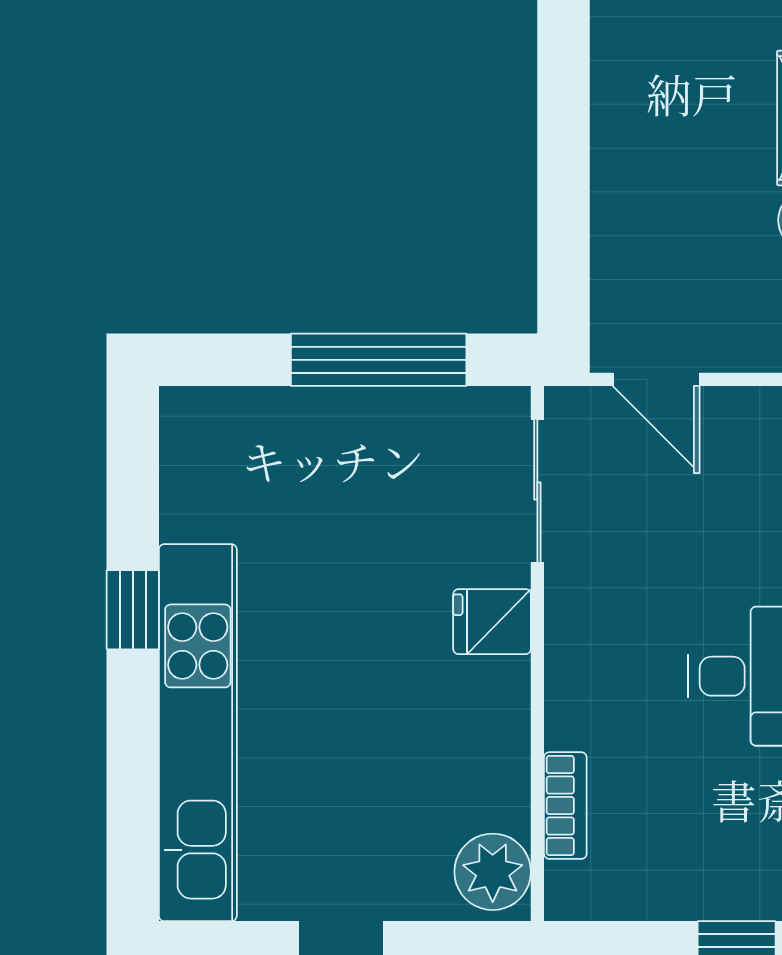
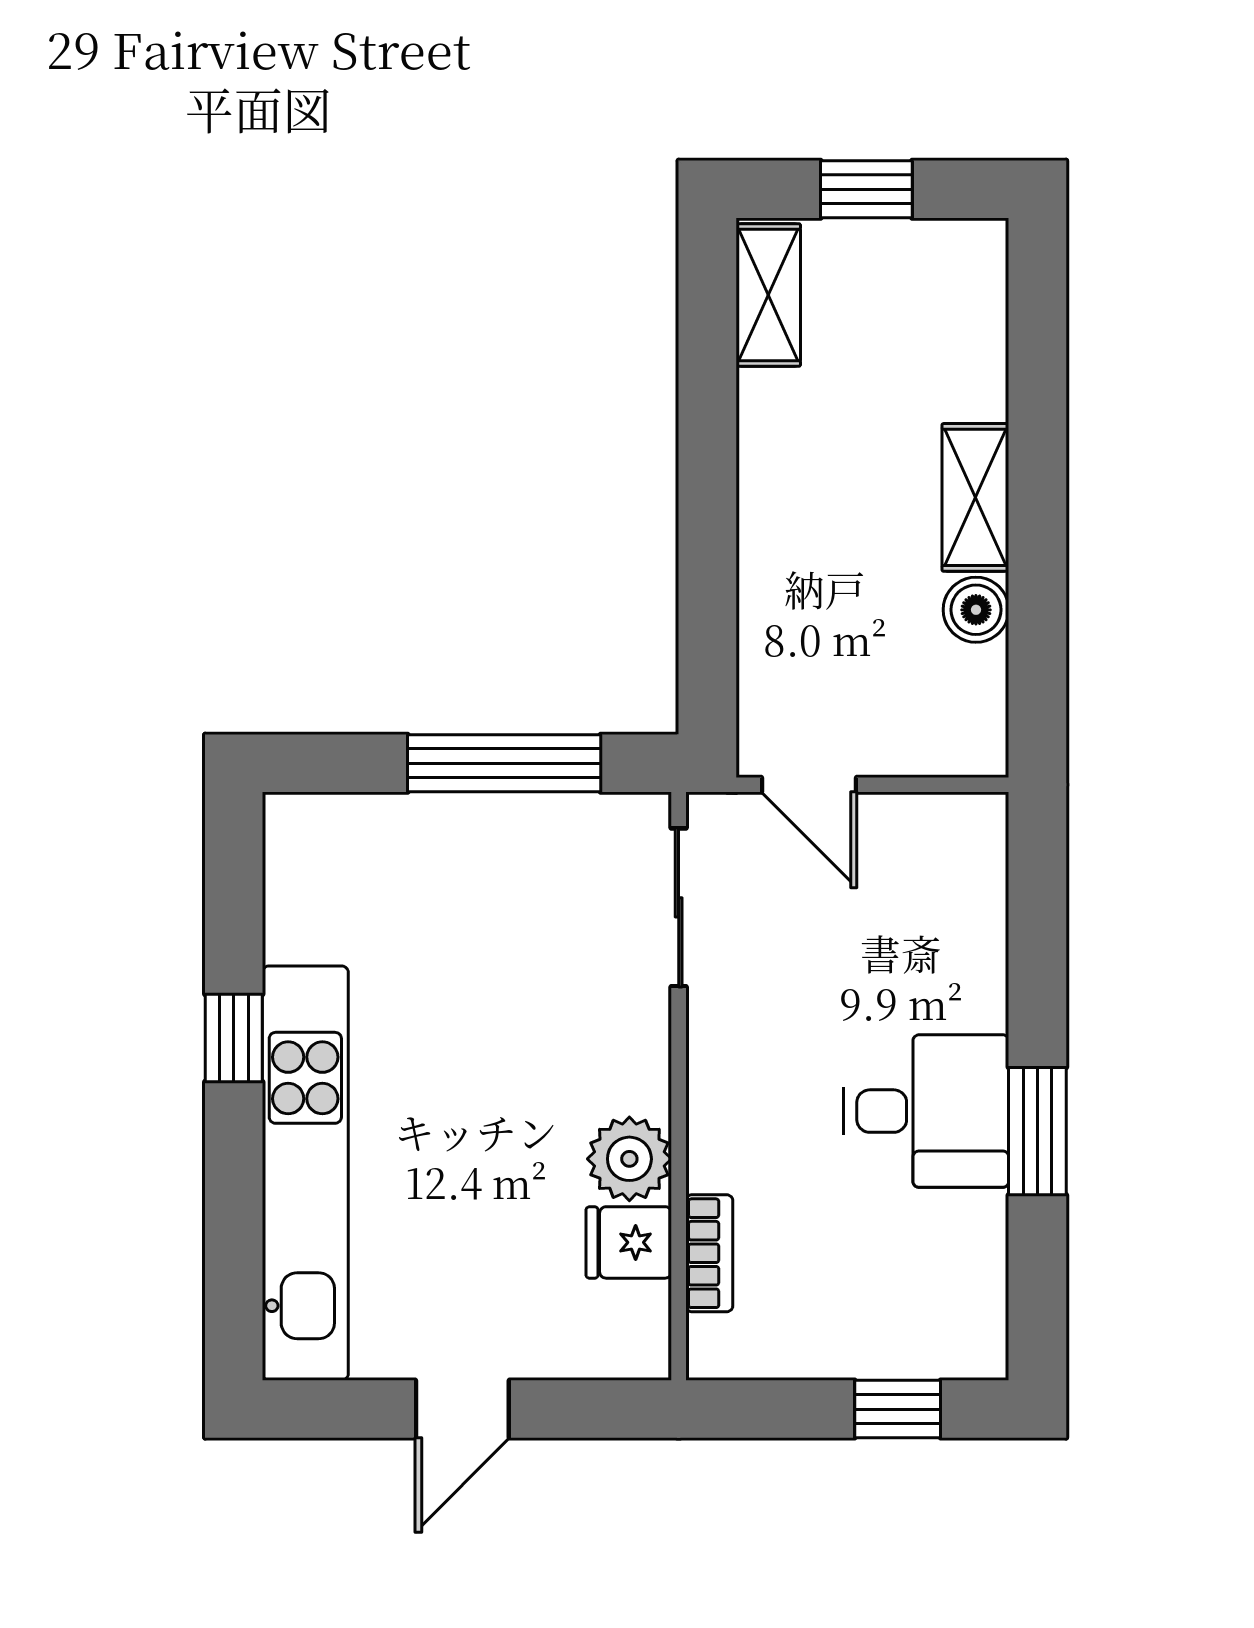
fridge: (492, 622) -> (629, 1242), moved
plant: (493, 872) -> (629, 1159), moved

